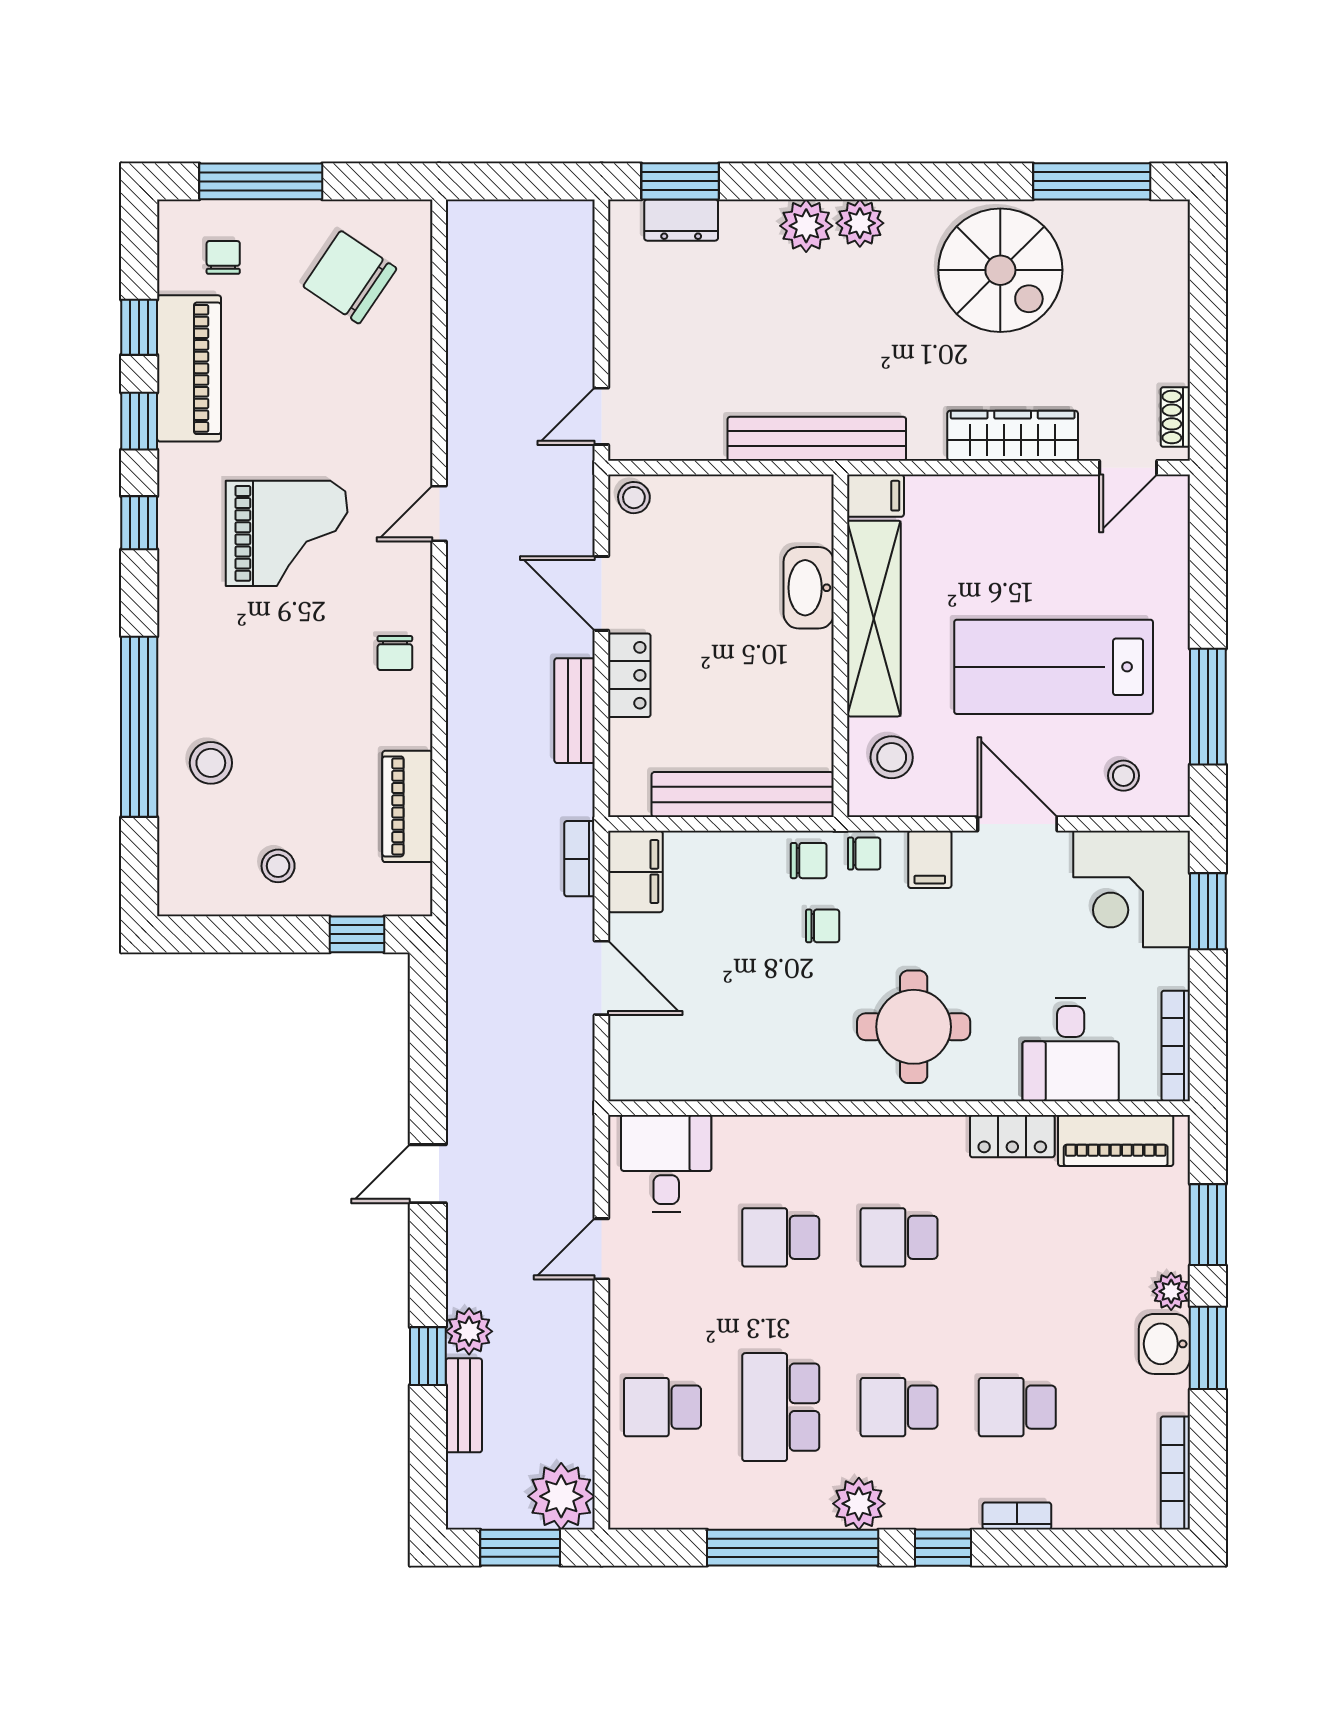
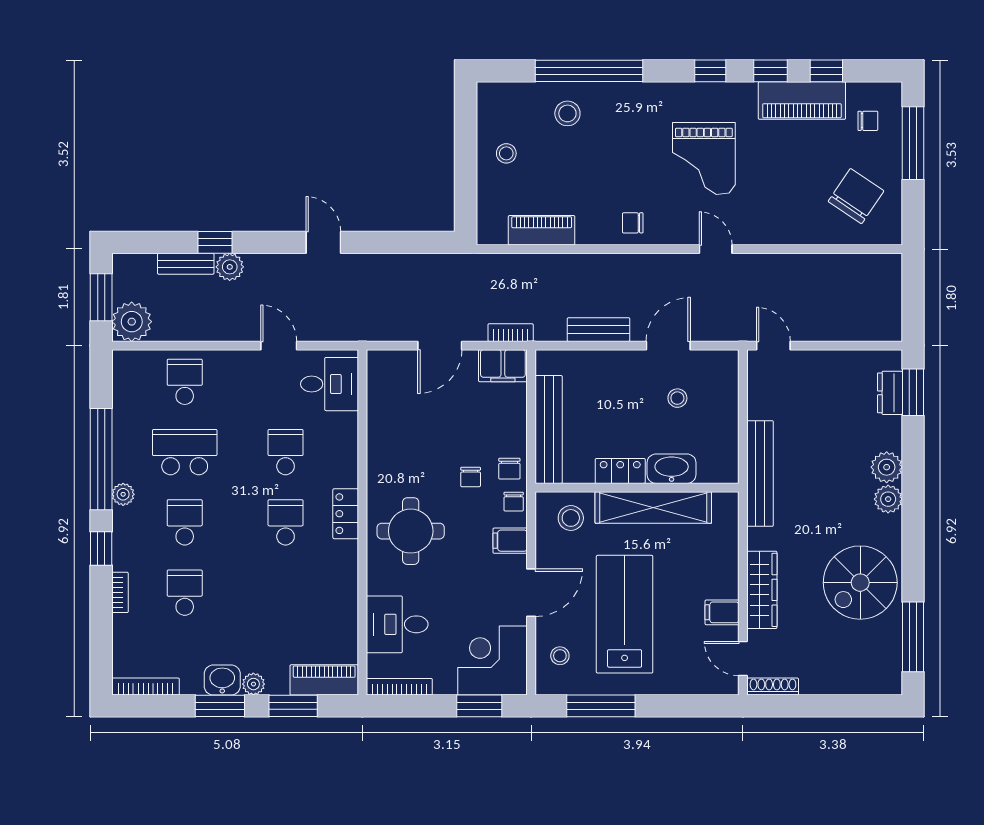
shoe rack: (1175, 417) -> (773, 687), width x1.43
filing cabinet: (875, 496) -> (722, 612), moved, turned 90
stool: (634, 498) -> (677, 398), moved
locker: (629, 675) -> (620, 471), moved, turned 180
window: (357, 934) -> (466, 200), removed
locker: (1012, 1136) -> (346, 514), moved
piano: (1116, 1141) -> (324, 680), moved, turned 90
plant: (859, 1504) -> (123, 494), width x0.73, depth x0.73

